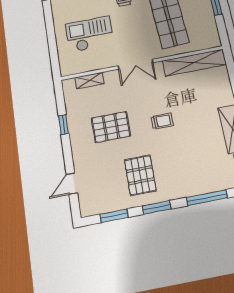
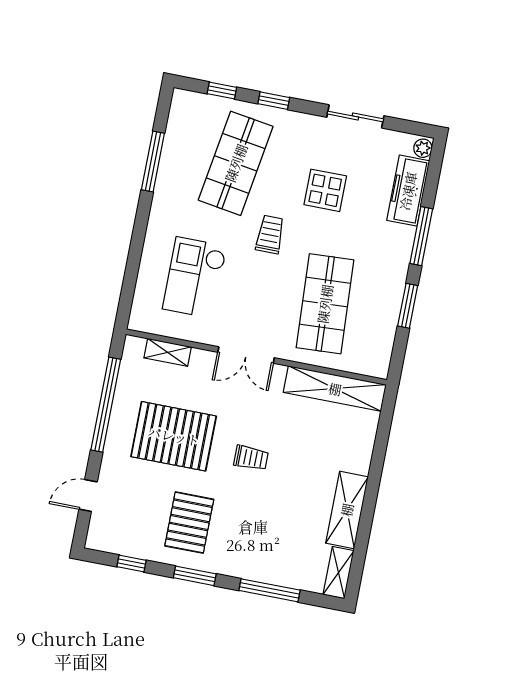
checkout: (90, 34) -> (195, 278), turned -90
window: (64, 125) -> (106, 405), width x3.17
pallet: (111, 127) -> (174, 436), width x1.37, depth x1.41
window: (114, 216) -> (131, 564), width x0.67

